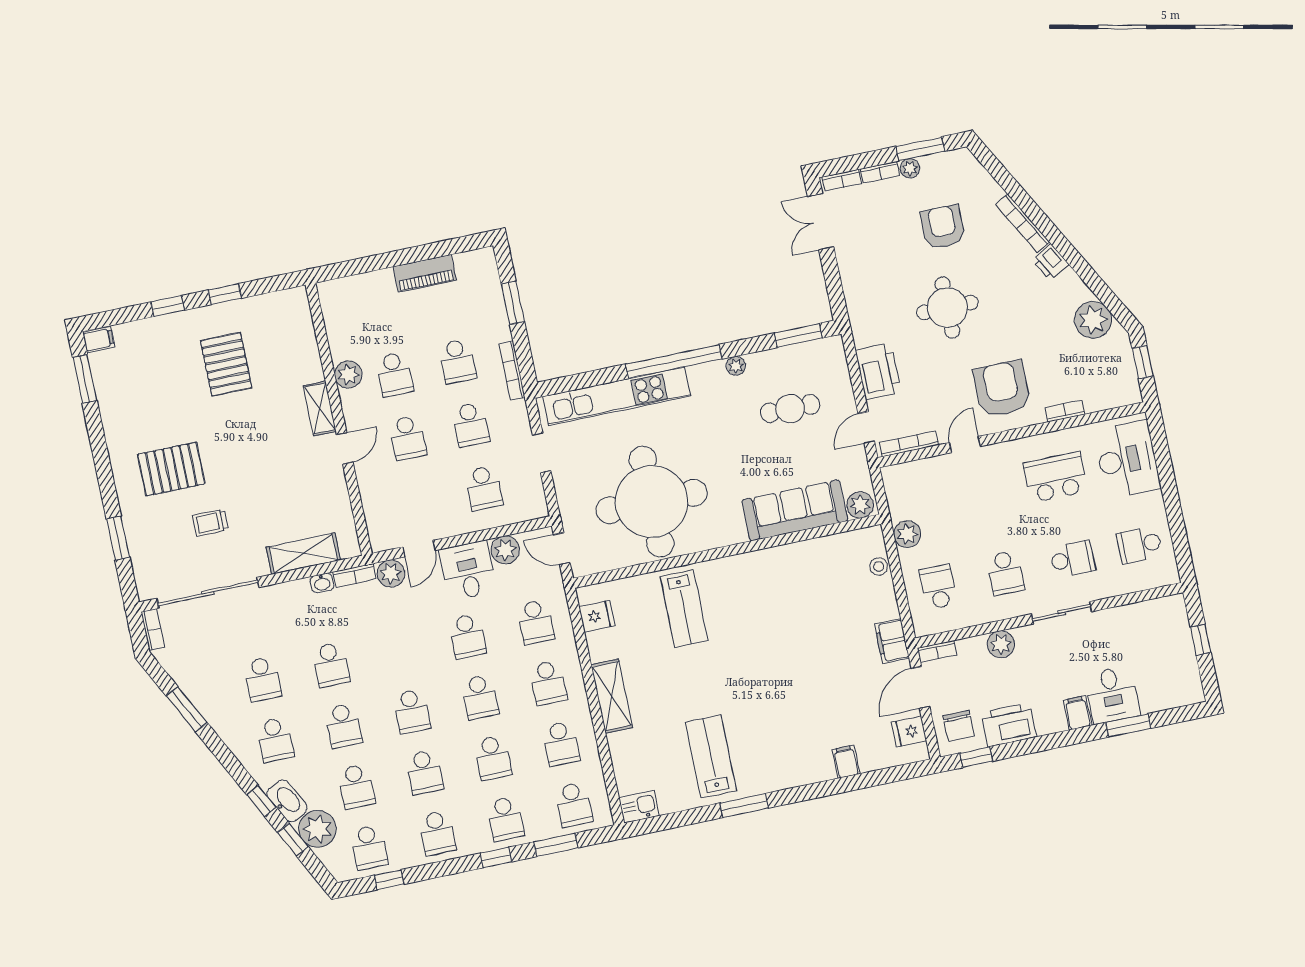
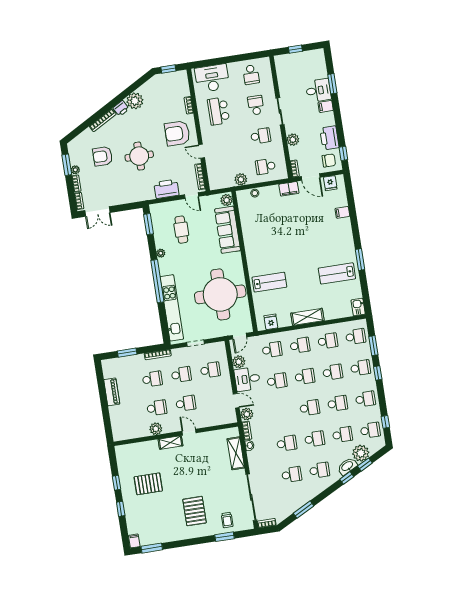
plant: (1093, 320) -> (135, 101), moved
trolley: (210, 523) -> (227, 520), moved

